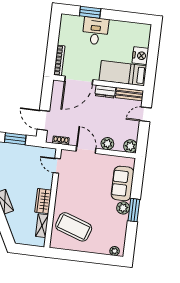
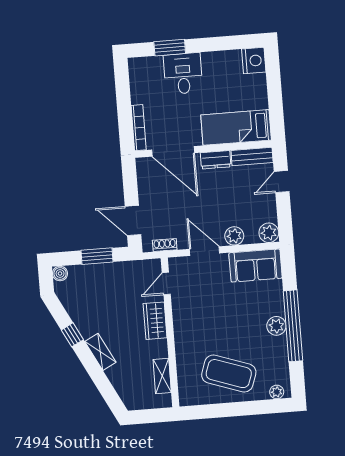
nightstand: (140, 56) -> (254, 61), moved
door: (79, 80) -> (173, 151), hinge flipped
door: (57, 166) -> (166, 283), hinge flipped
sofa: (122, 183) -> (256, 266), moved, turned -90
wardrobe: (43, 201) -> (155, 321), moved
window: (134, 210) -> (293, 326), width x2.11
coffee table: (74, 227) -> (229, 374), moved

